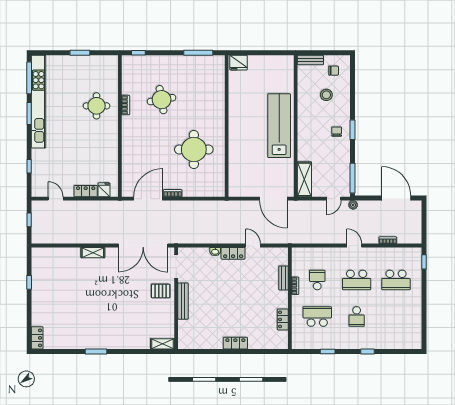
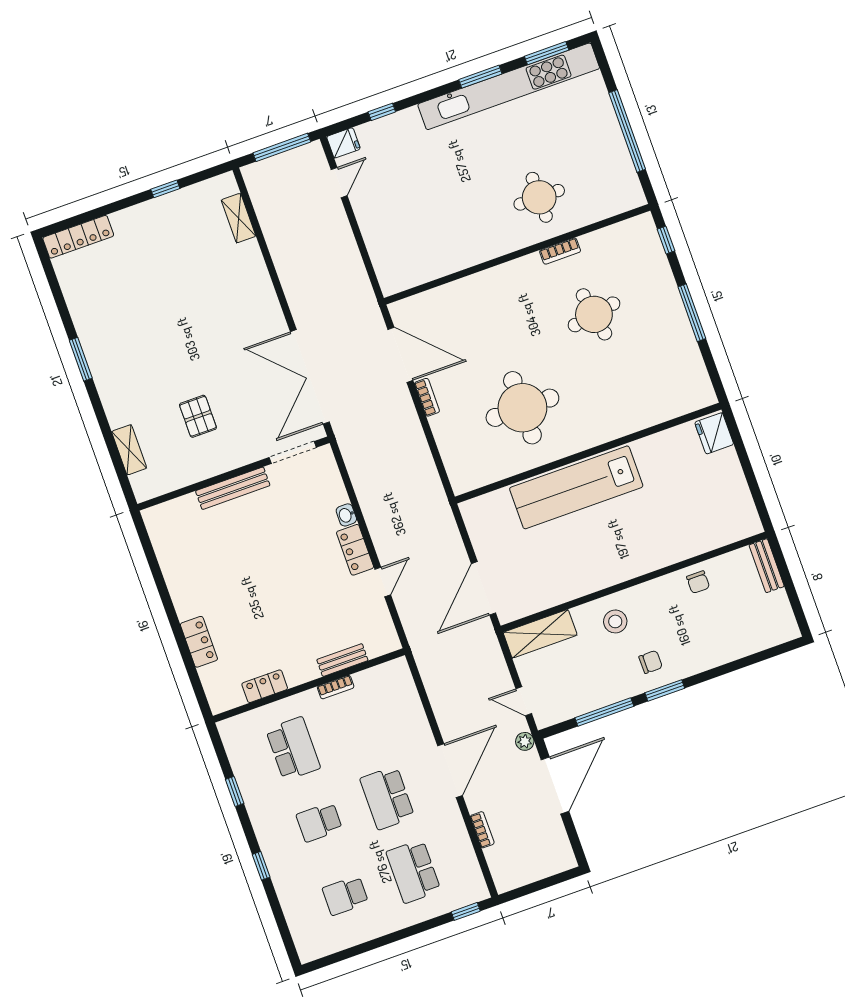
window: (80, 53) -> (627, 131), width x2.11
window: (198, 53) -> (692, 313), moved
chair: (334, 71) -> (698, 582), moved
window: (29, 78) -> (547, 53), width x0.69
stool: (326, 95) -> (615, 621), moved
lab bench: (279, 126) -> (576, 487), moved, turned 180
window: (353, 178) -> (604, 712), moved
fridge: (104, 190) -> (343, 143), moved
locker: (86, 191) -> (373, 234), removed
door: (396, 198) -> (555, 786), moved
window: (29, 220) -> (282, 147), width x2.17
door: (354, 245) -> (450, 771), width x1.87
shelving: (93, 253) -> (238, 218), moved
school desk: (317, 280) -> (345, 896), moved, turned 180
pallet: (161, 291) -> (198, 416), moved
locker: (37, 338) -> (78, 237), width x1.53
locker: (235, 343) -> (199, 642), moved
shelving: (163, 344) -> (129, 450), moved

